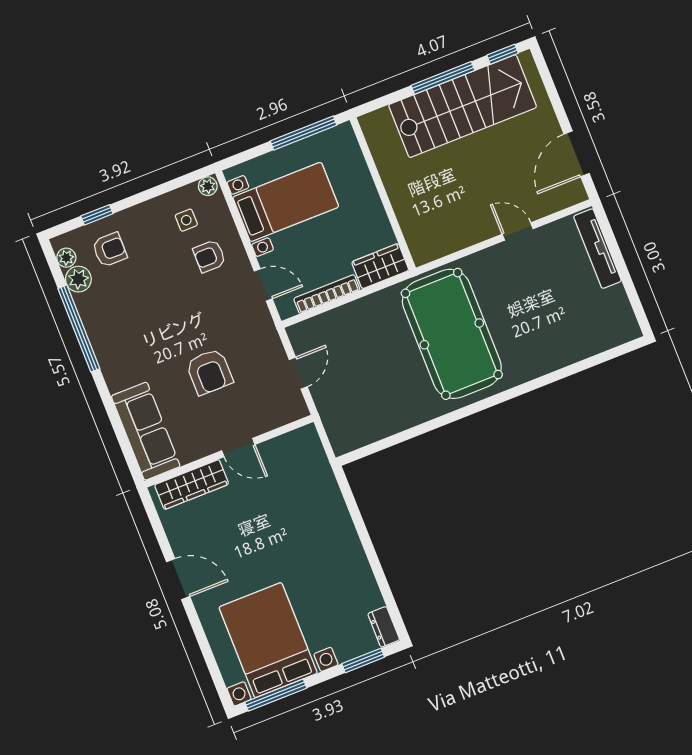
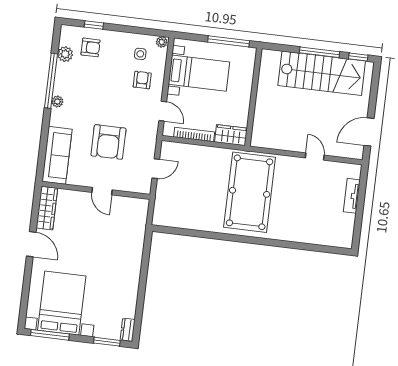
tv unit: (597, 249) -> (352, 196), width x0.71
armchair: (209, 256) -> (142, 80), turned 90
plant: (66, 258) -> (57, 101), moved
armchair: (209, 372) -> (108, 142), width x1.36, depth x1.36
wardrobe: (192, 484) -> (47, 208), moved, turned -90

